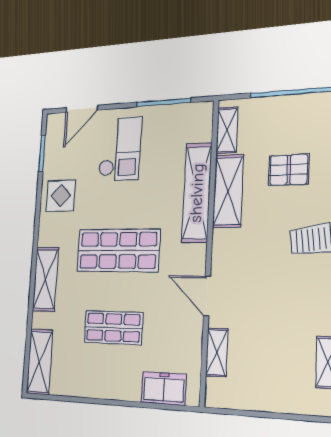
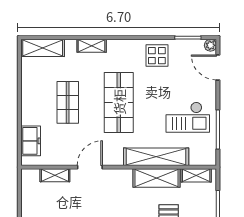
plant: (53, 121) -> (210, 45), added
checkout: (120, 149) -> (188, 117), moved
shelving: (45, 279) -> (92, 46), width x0.67, depth x0.75

